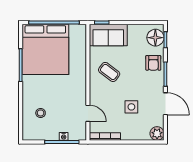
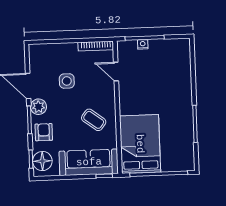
sofa: (108, 35) -> (89, 162), width x1.36
bed: (45, 49) -> (140, 144), moved, width x0.73
stool: (41, 113) -> (170, 70), removed
plant: (157, 134) -> (38, 107), moved

